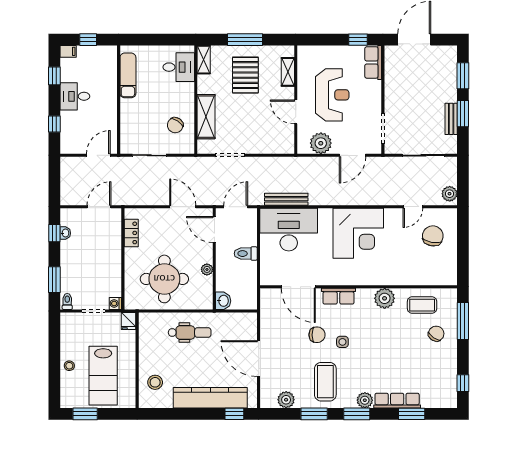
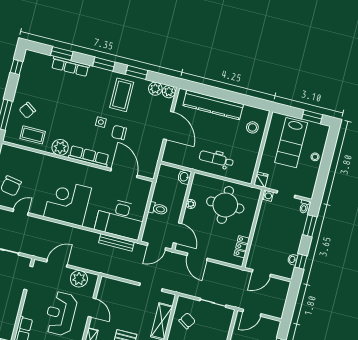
row of seats: (338, 296) -> (89, 156), width x1.48
lab bench: (103, 376) -> (291, 143), turned 180
plant: (365, 400) -> (169, 92), moved
window: (234, 414) -> (198, 88), removed

